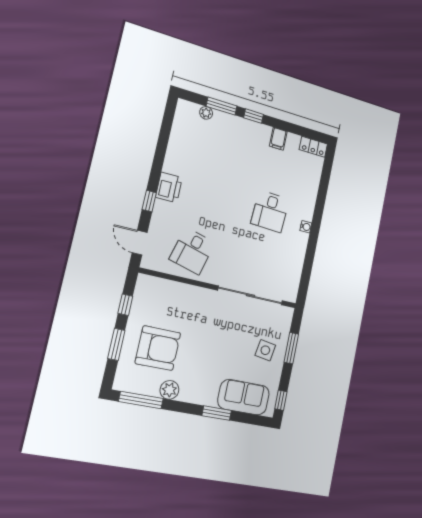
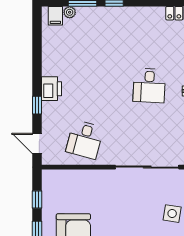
filing cabinet: (278, 139) -> (55, 16), moved

